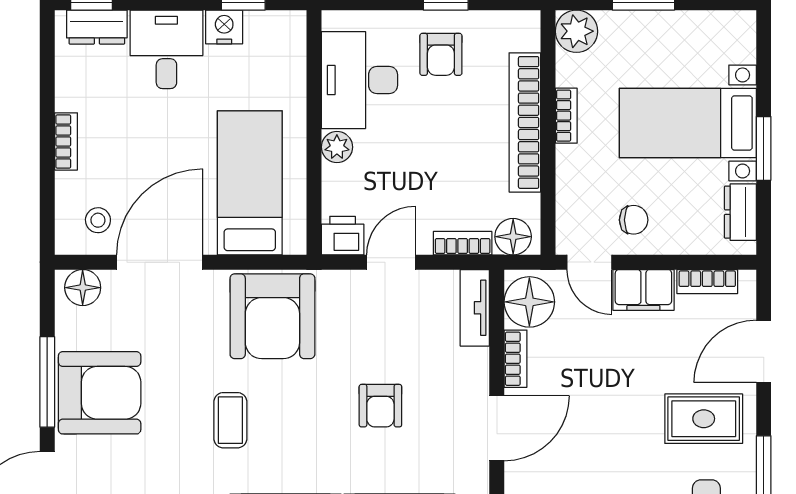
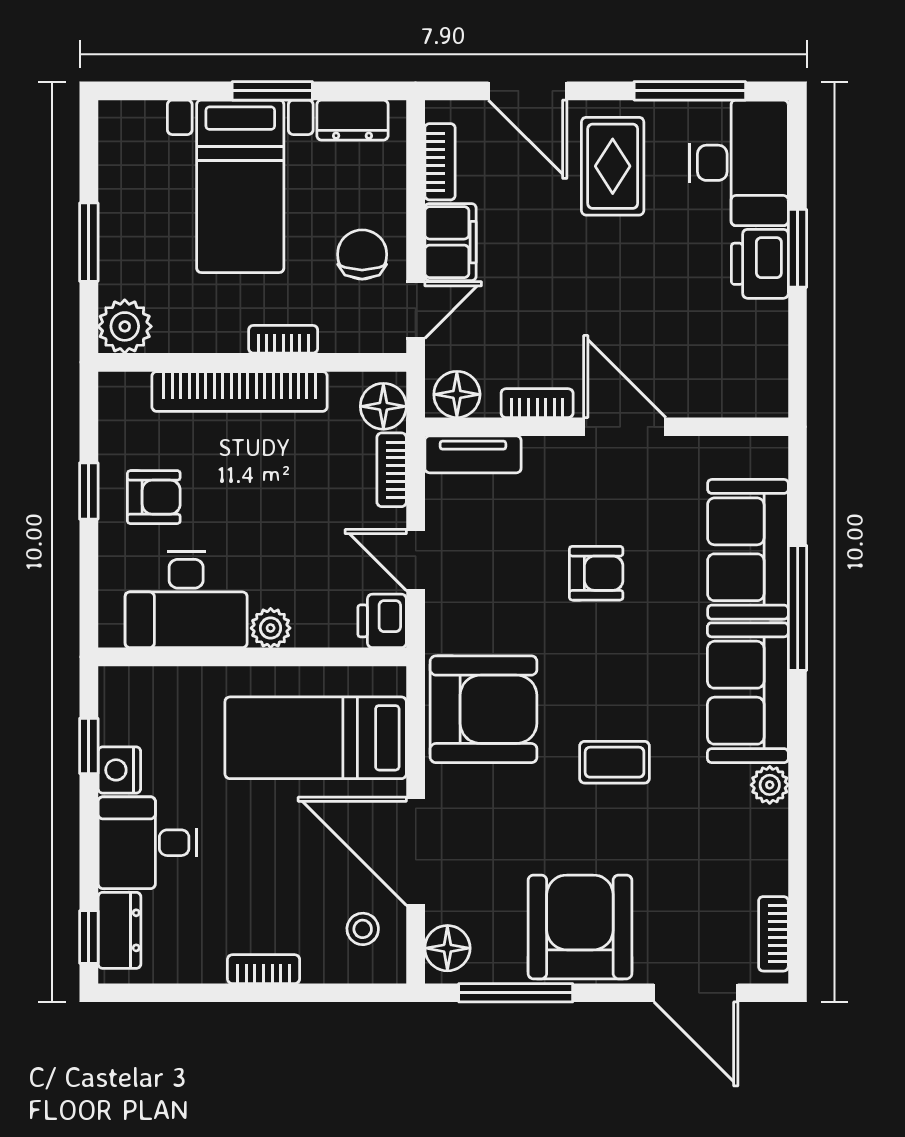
bookcase: (566, 116) -> (283, 339), moved
chair: (634, 220) -> (362, 254), width x1.37, depth x1.37
floor lamp: (529, 302) -> (457, 394), width x0.73, depth x0.73
window: (47, 382) -> (516, 993), moved

